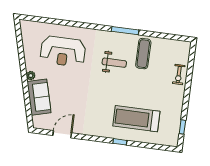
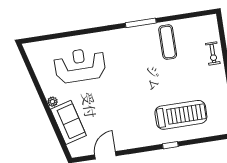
reception desk: (63, 51) -> (80, 65), turned 180
weight bench: (114, 63) -> (139, 61), removed
treadmill: (136, 119) -> (181, 115), turned 180

